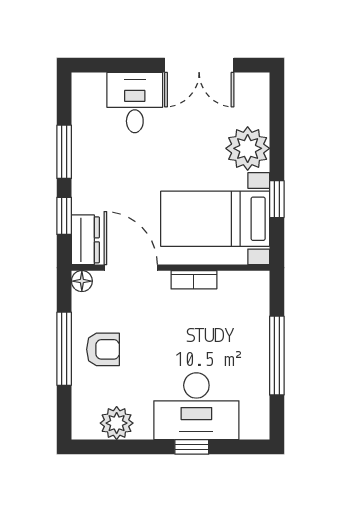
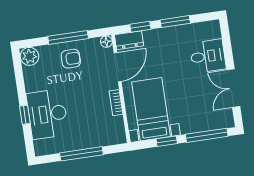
window: (277, 126) -> (207, 135), added
plant: (248, 148) -> (192, 121), removed
armchair: (103, 349) -> (71, 59), turned -90
plant: (117, 423) -> (30, 56), moved

